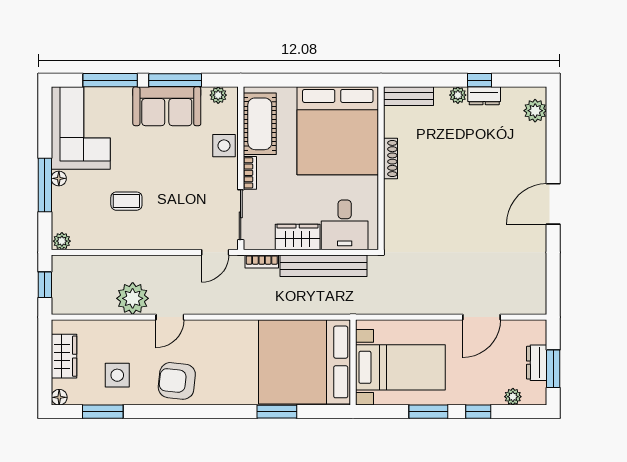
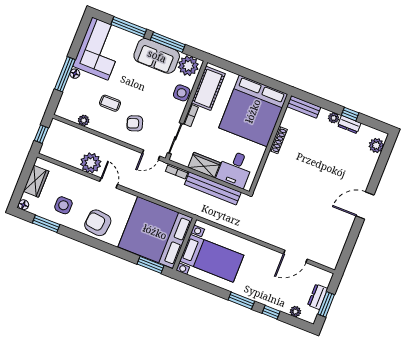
plant: (218, 95) -> (188, 66), width x1.87, depth x1.87
armchair: (174, 216) -> (135, 123), added
plant: (62, 241) -> (84, 120), moved
door: (170, 317) -> (109, 183), swing flipped
bed: (304, 362) -> (155, 232), moved
wall: (353, 362) -> (184, 244), moved
bed with nightstands: (400, 367) -> (212, 258), moved

